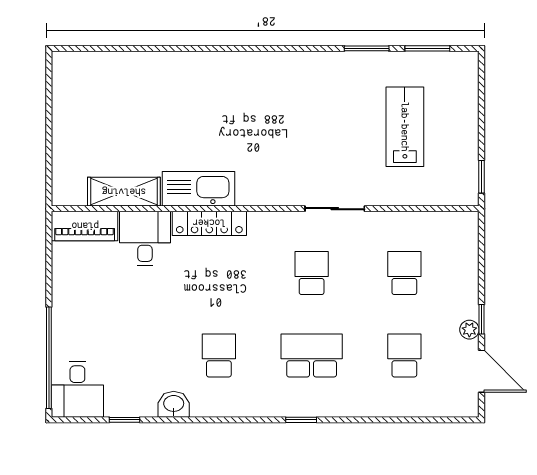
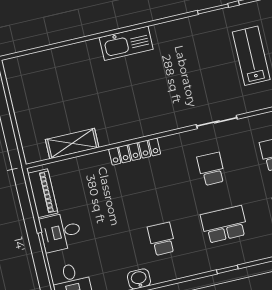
kitchen sink: (198, 189) -> (126, 43), moved, turned 180
piano: (85, 226) -> (43, 193), moved, turned -90
desk: (145, 239) -> (61, 232), moved, turned -90

